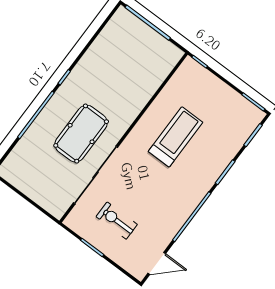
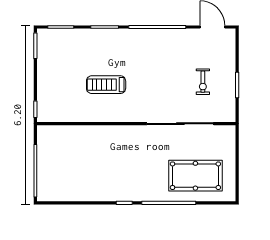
pool table: (81, 134) -> (195, 176), moved
treadmill: (176, 137) -> (106, 85), width x0.73, depth x0.73
exercise bike: (117, 221) -> (203, 82), width x0.73, depth x0.72

